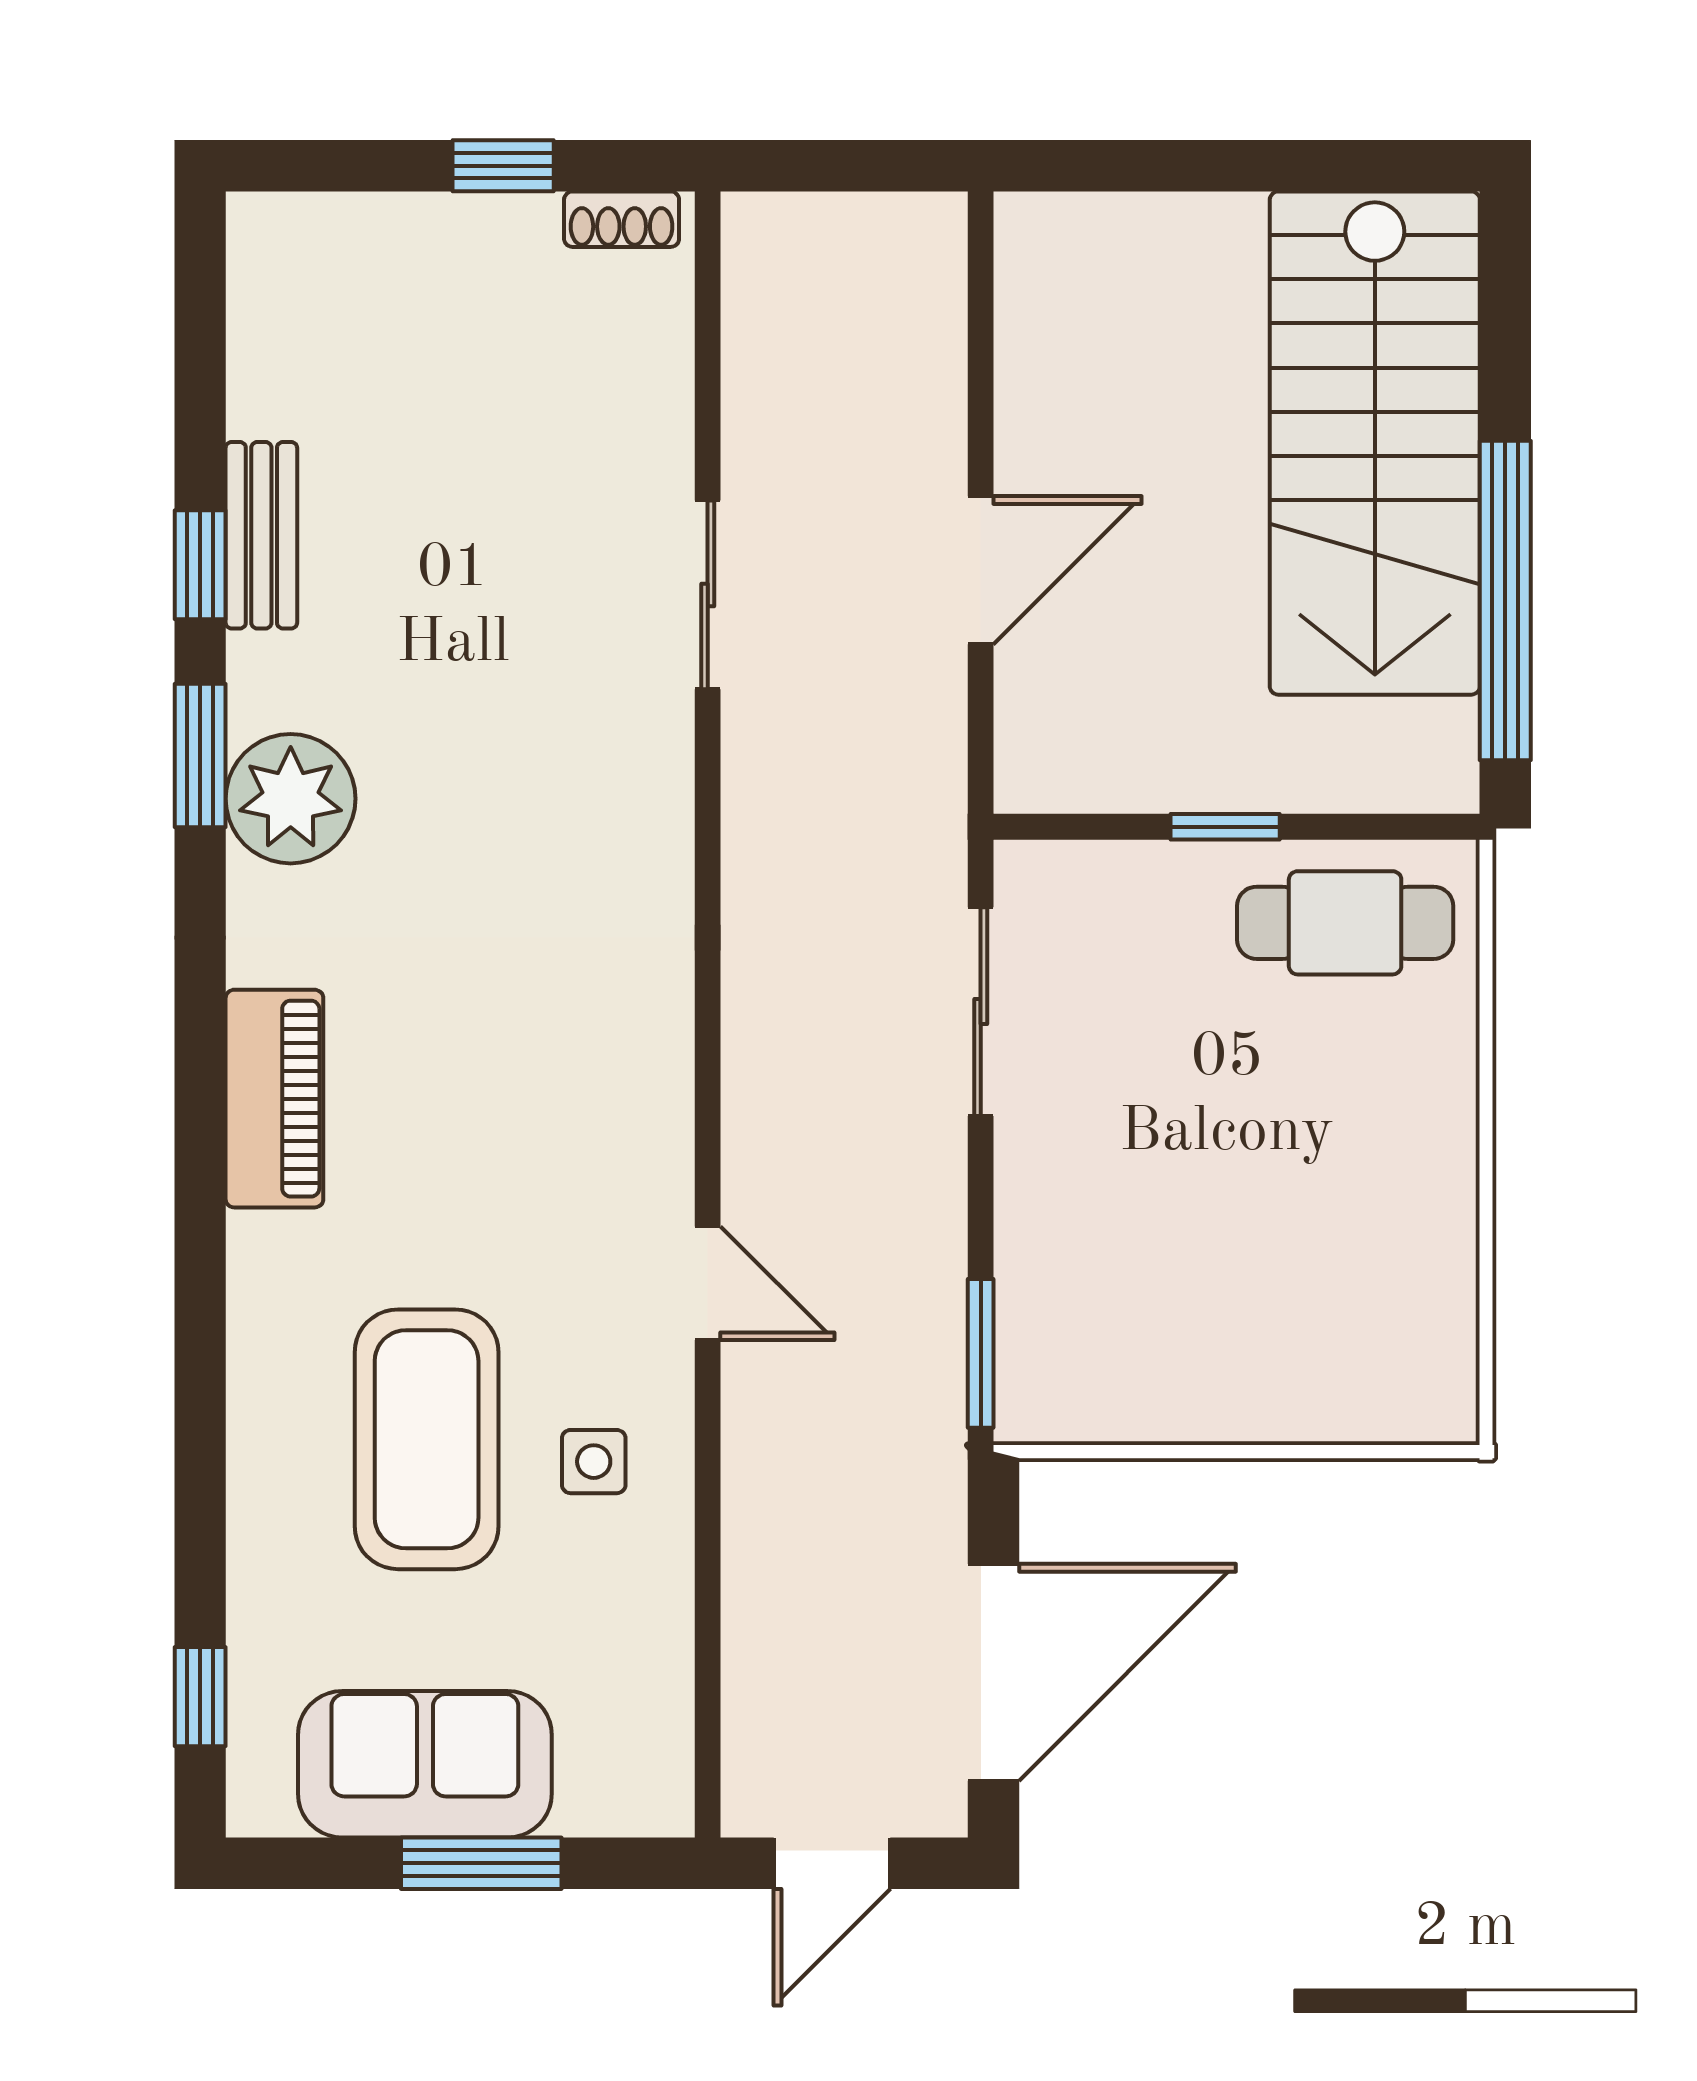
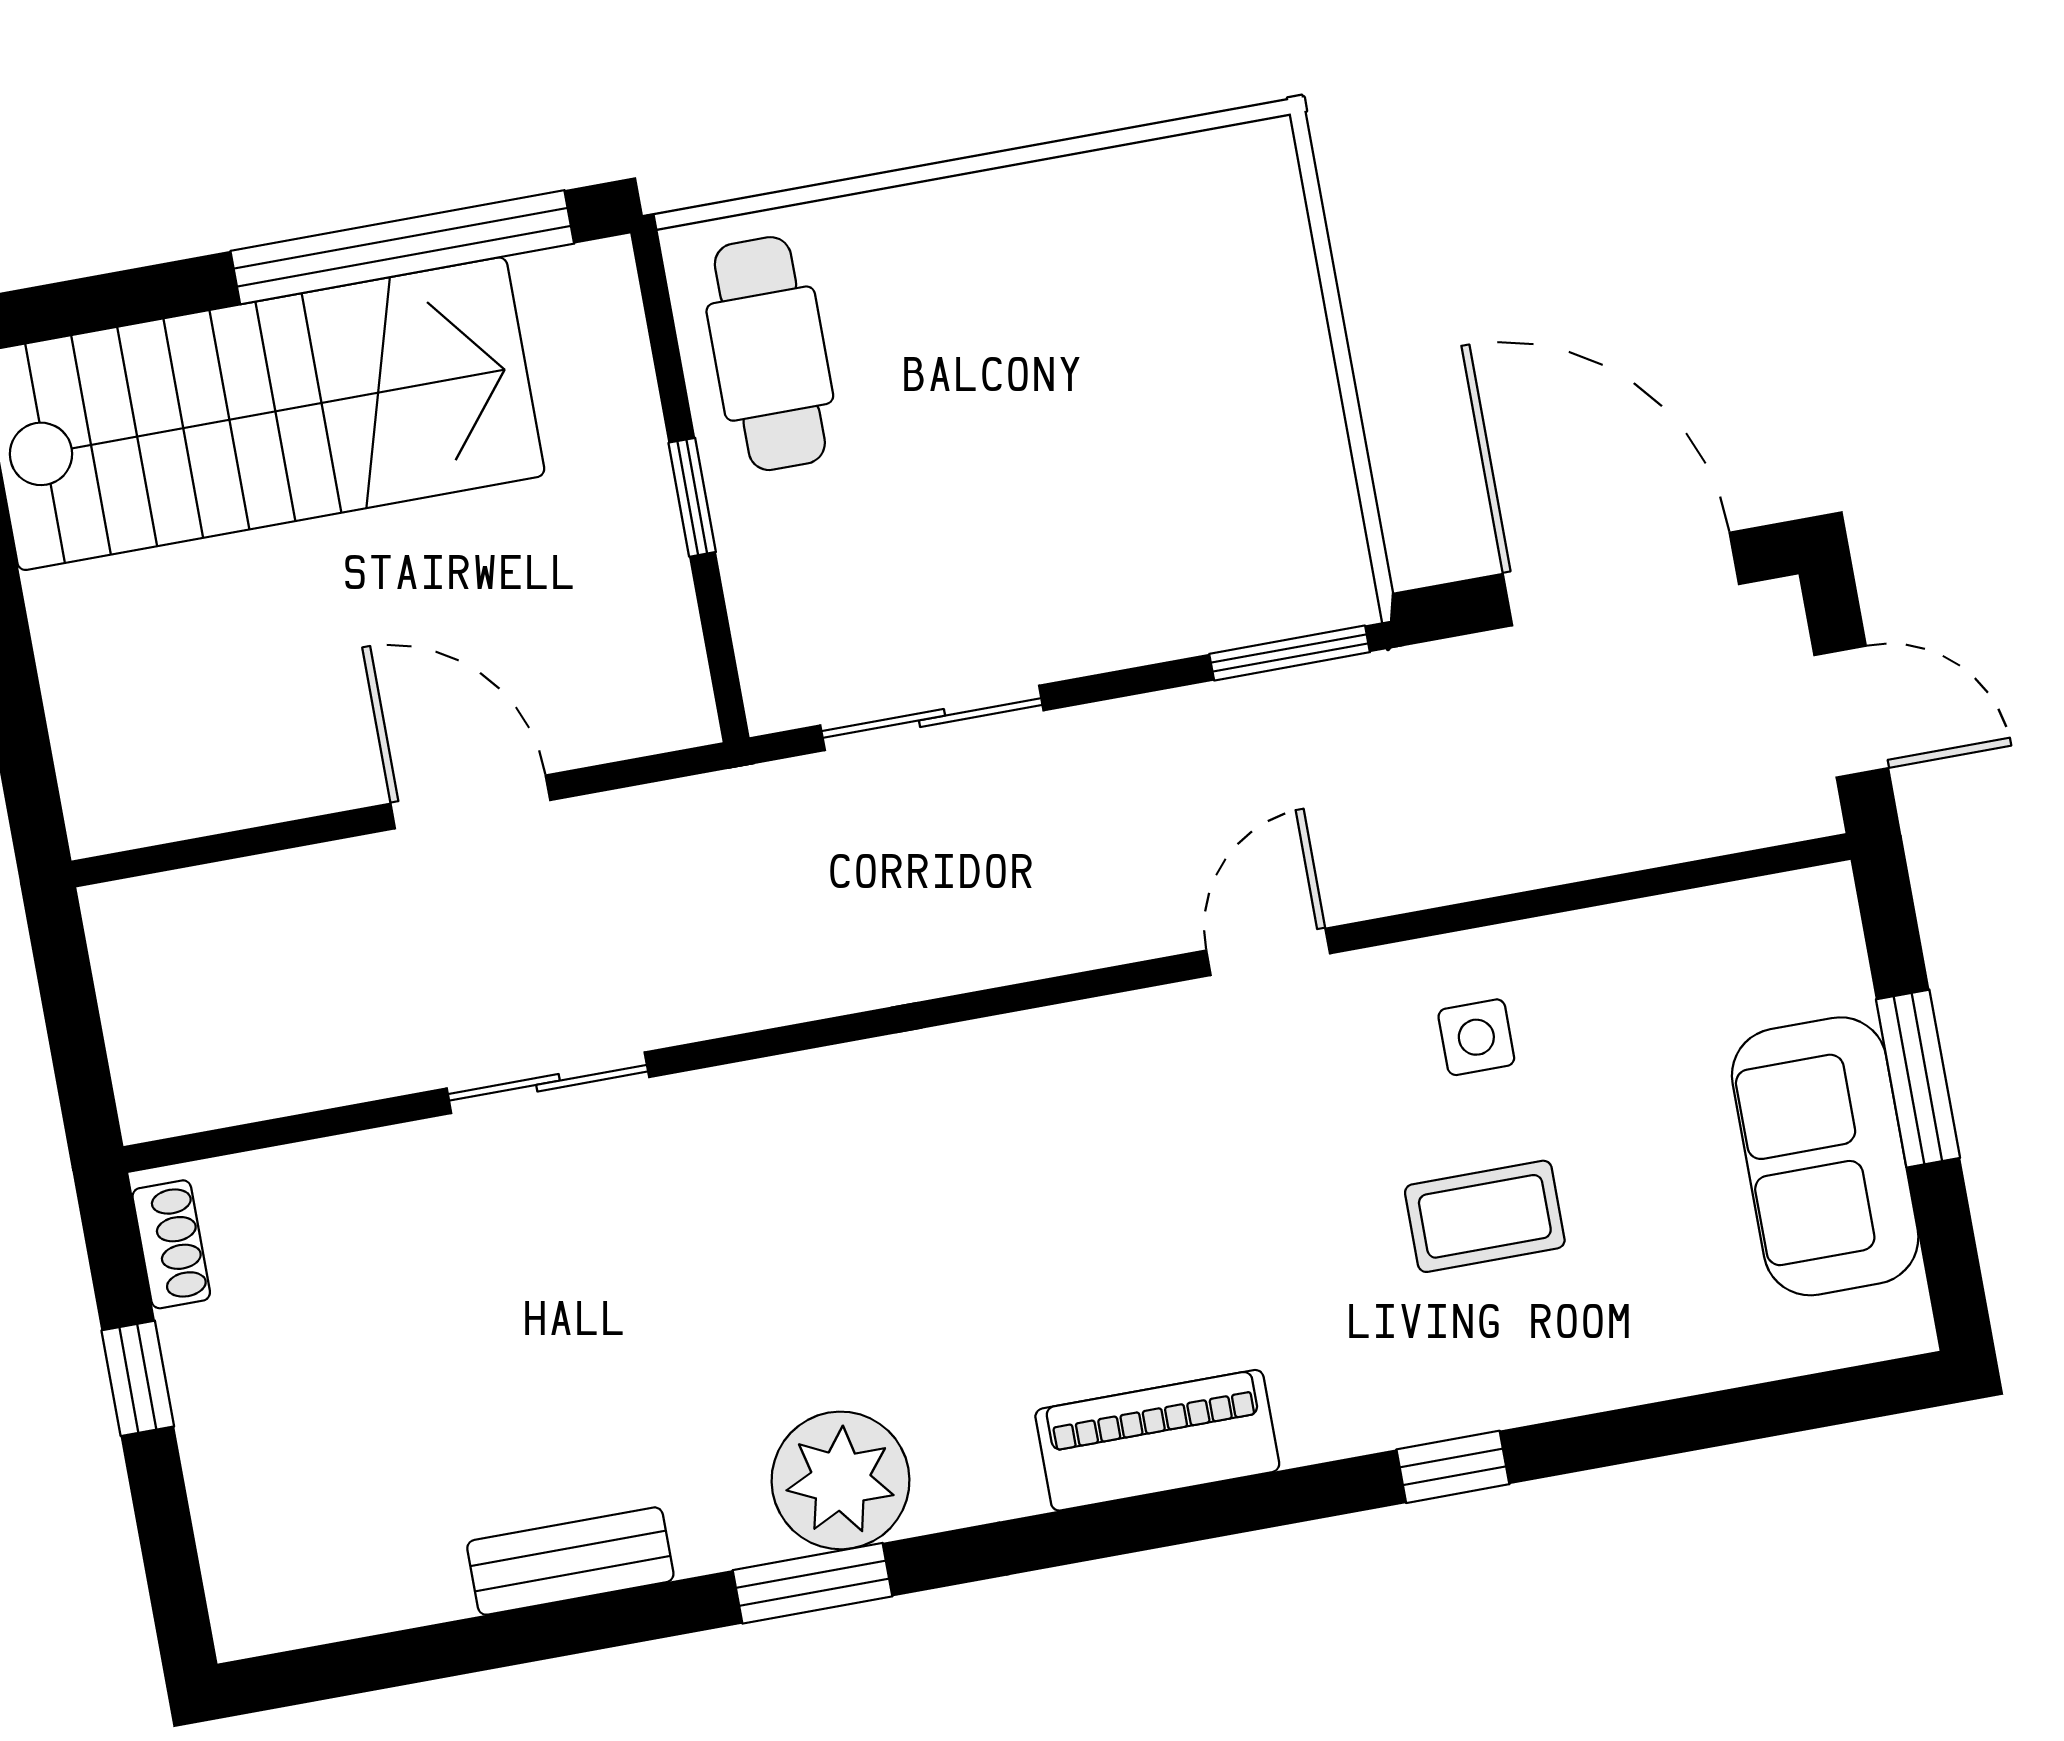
window: (200, 565) -> (613, 1619), removed
coffee table: (427, 1439) -> (1485, 1216), width x0.54, depth x0.58
window: (200, 1697) -> (1453, 1467), moved

